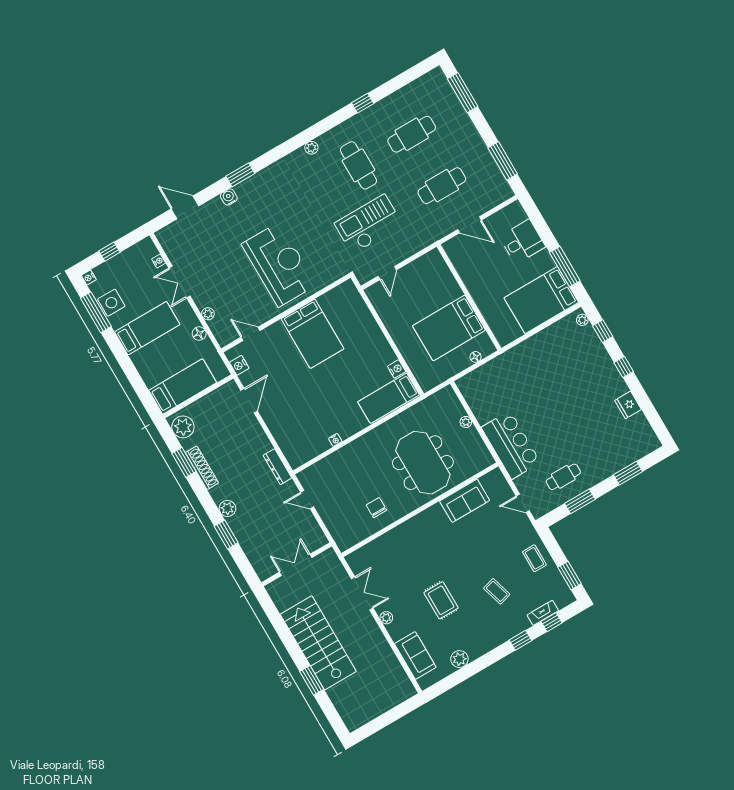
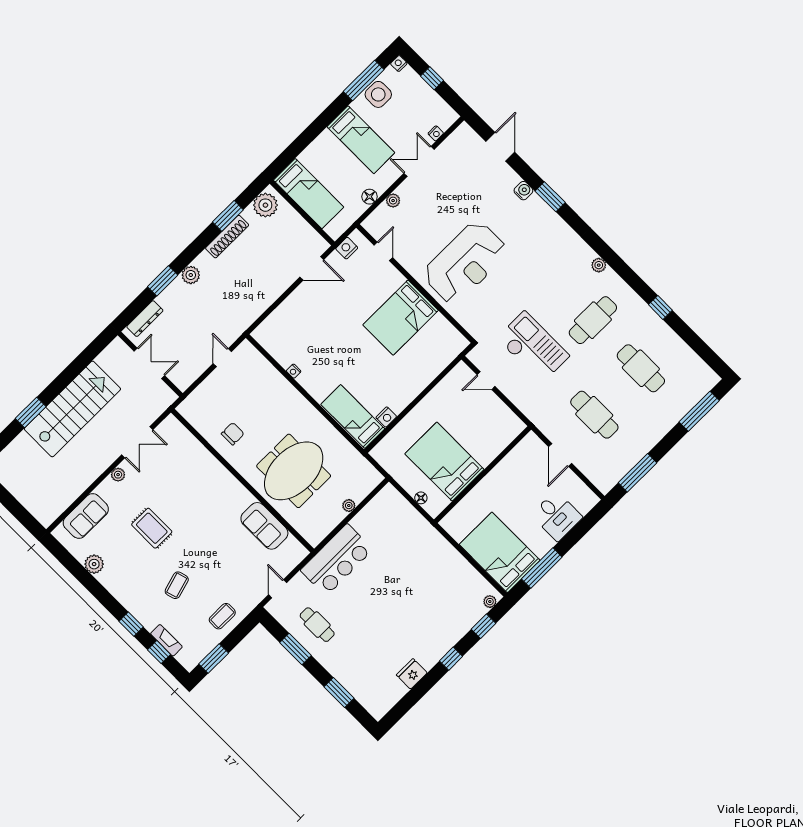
dresser: (277, 467) -> (145, 319), moved, turned 180
rug: (441, 600) -> (152, 528), turned 90

